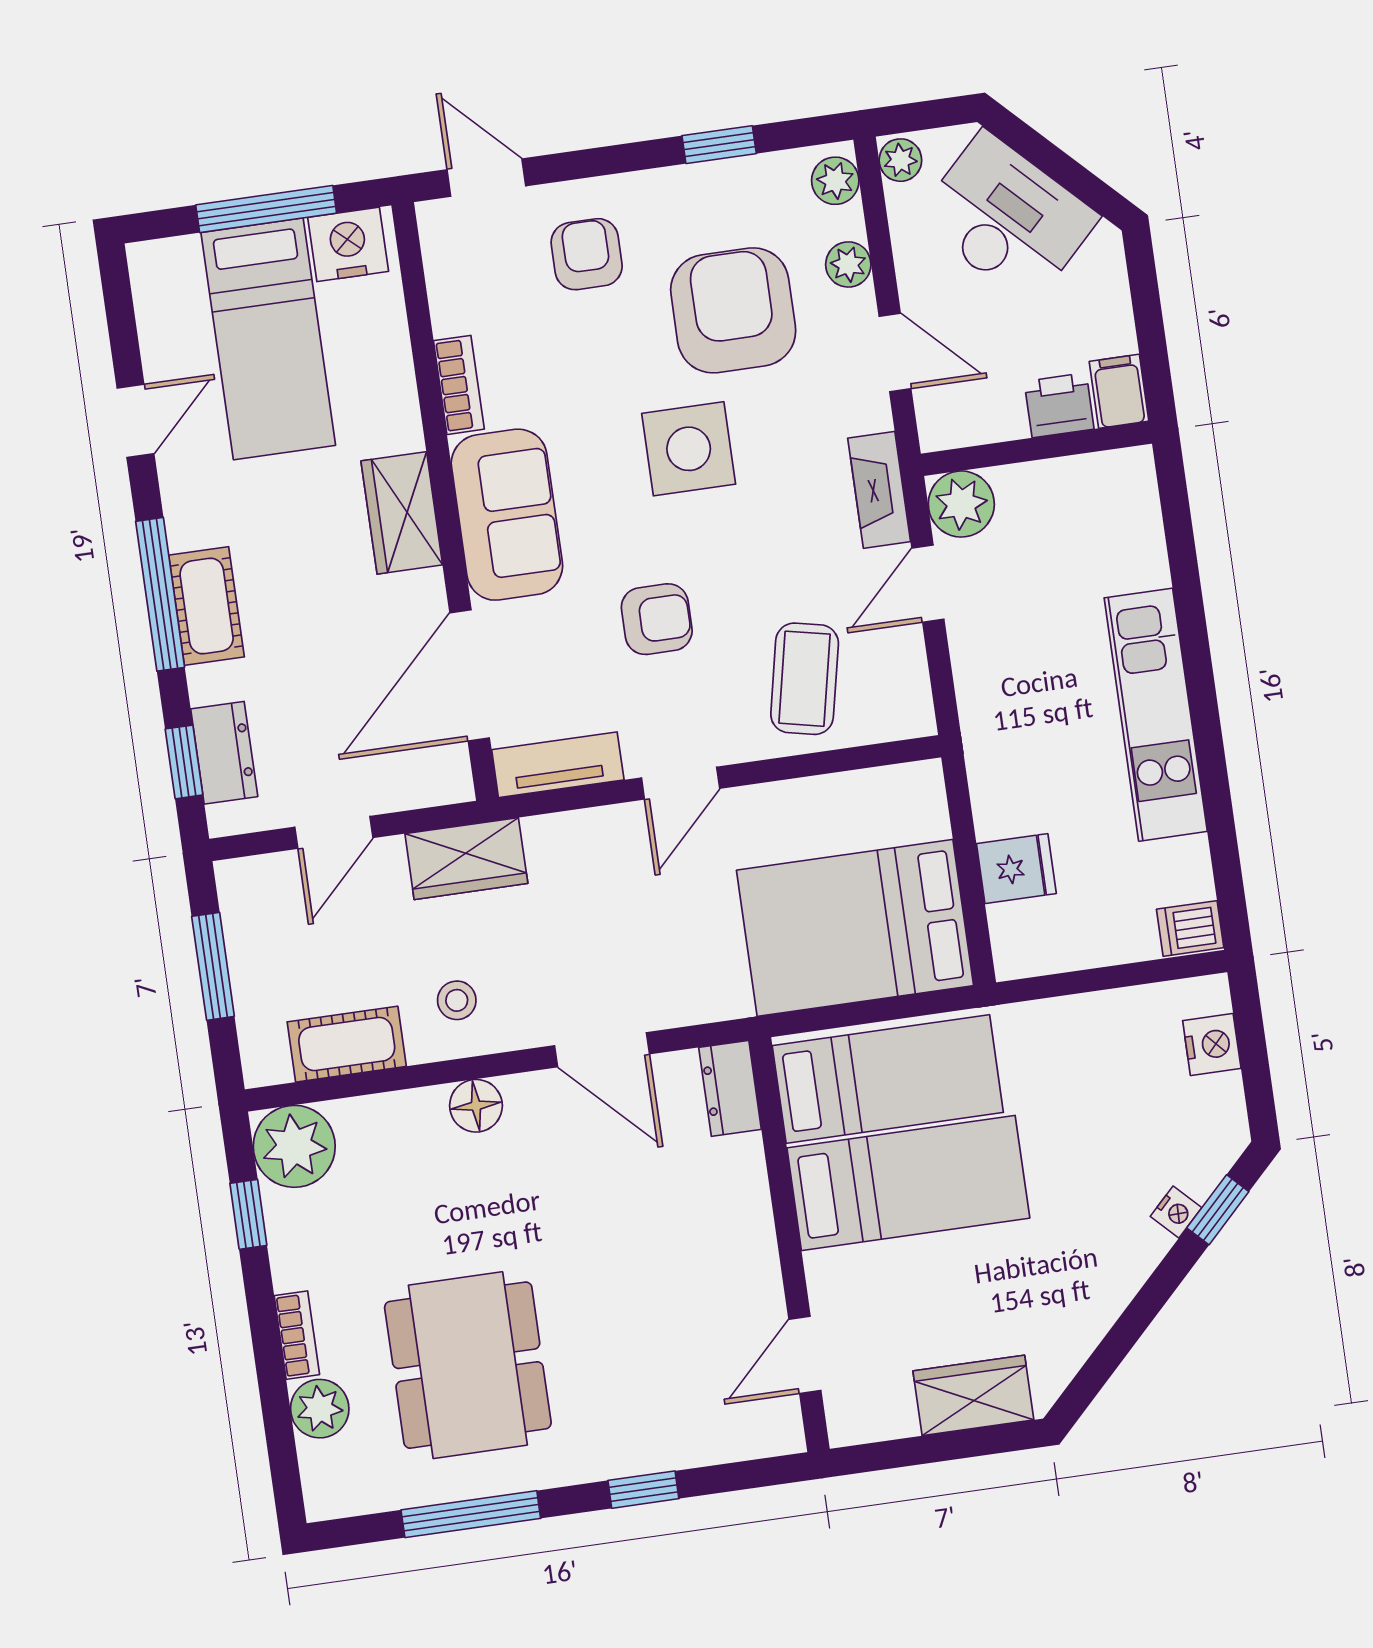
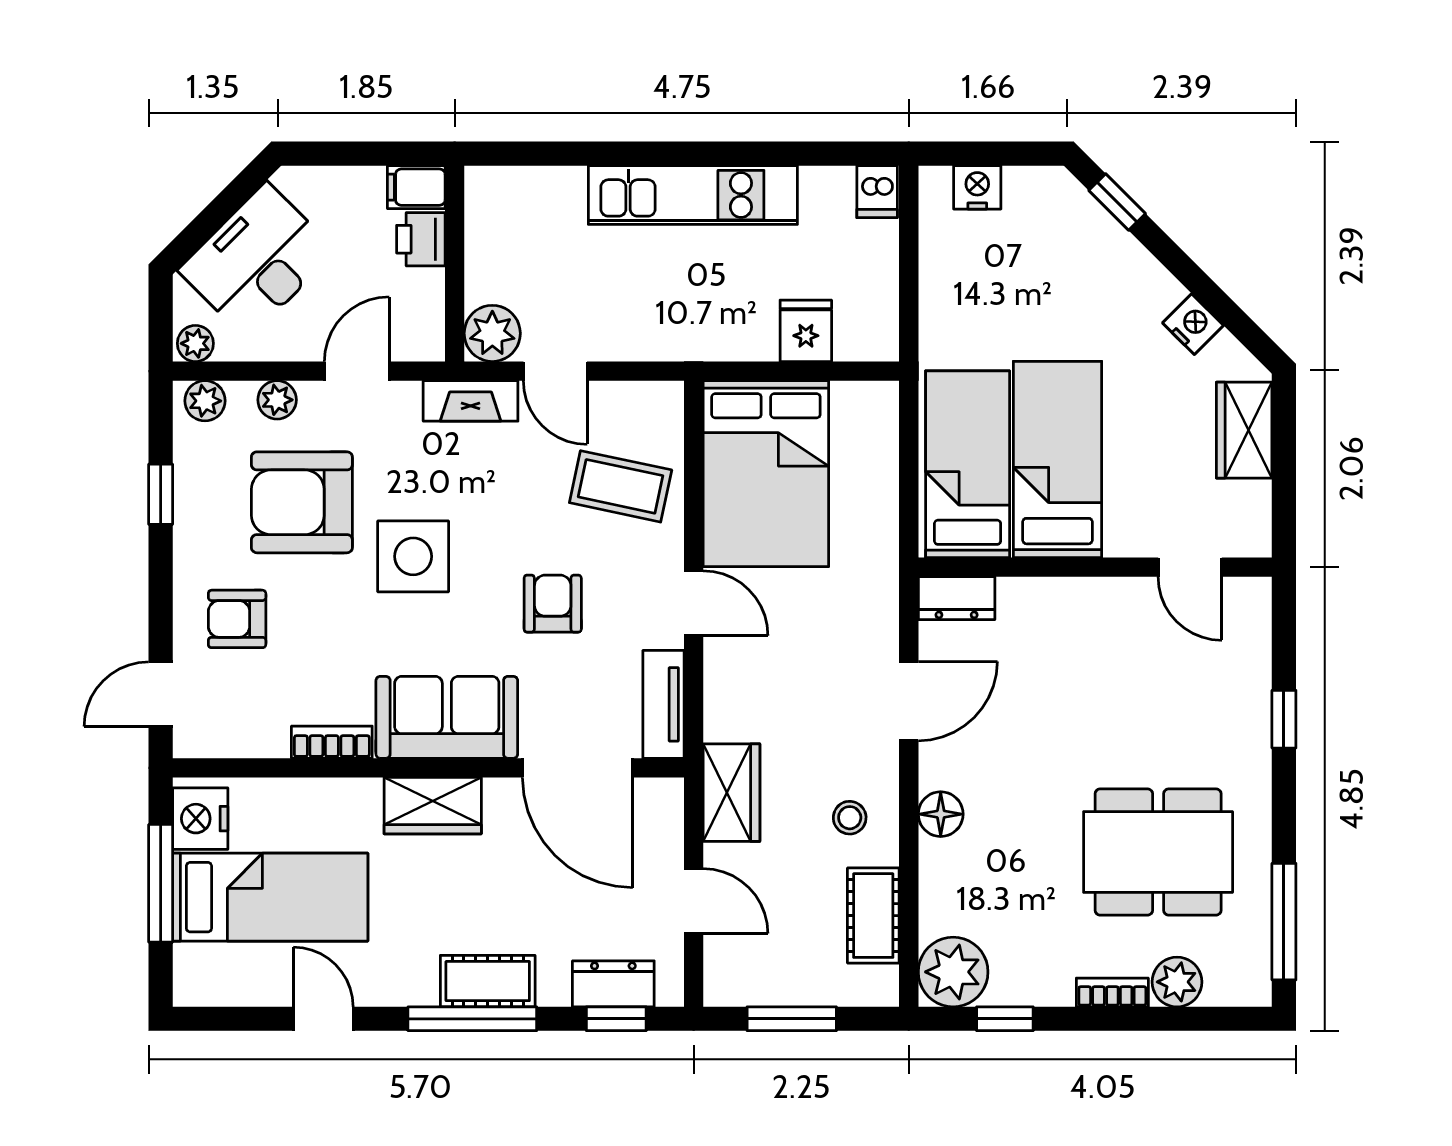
bed: (855, 928) -> (766, 474), moved
nightstand: (1176, 1212) -> (1193, 324), moved, width x1.39, depth x1.35
window: (471, 1514) -> (1284, 922), moved

